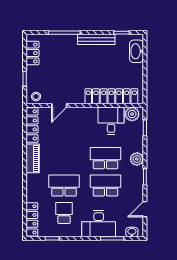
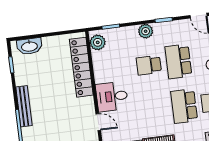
bench: (96, 39) -> (24, 106), moved
desk: (111, 121) -> (112, 96), moved
school desk: (105, 158) -> (149, 65), width x0.54

